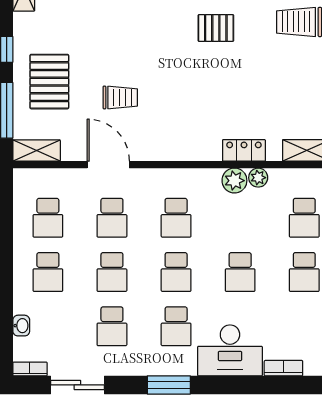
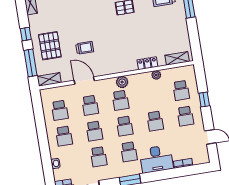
plant: (234, 181) -> (122, 82), moved

